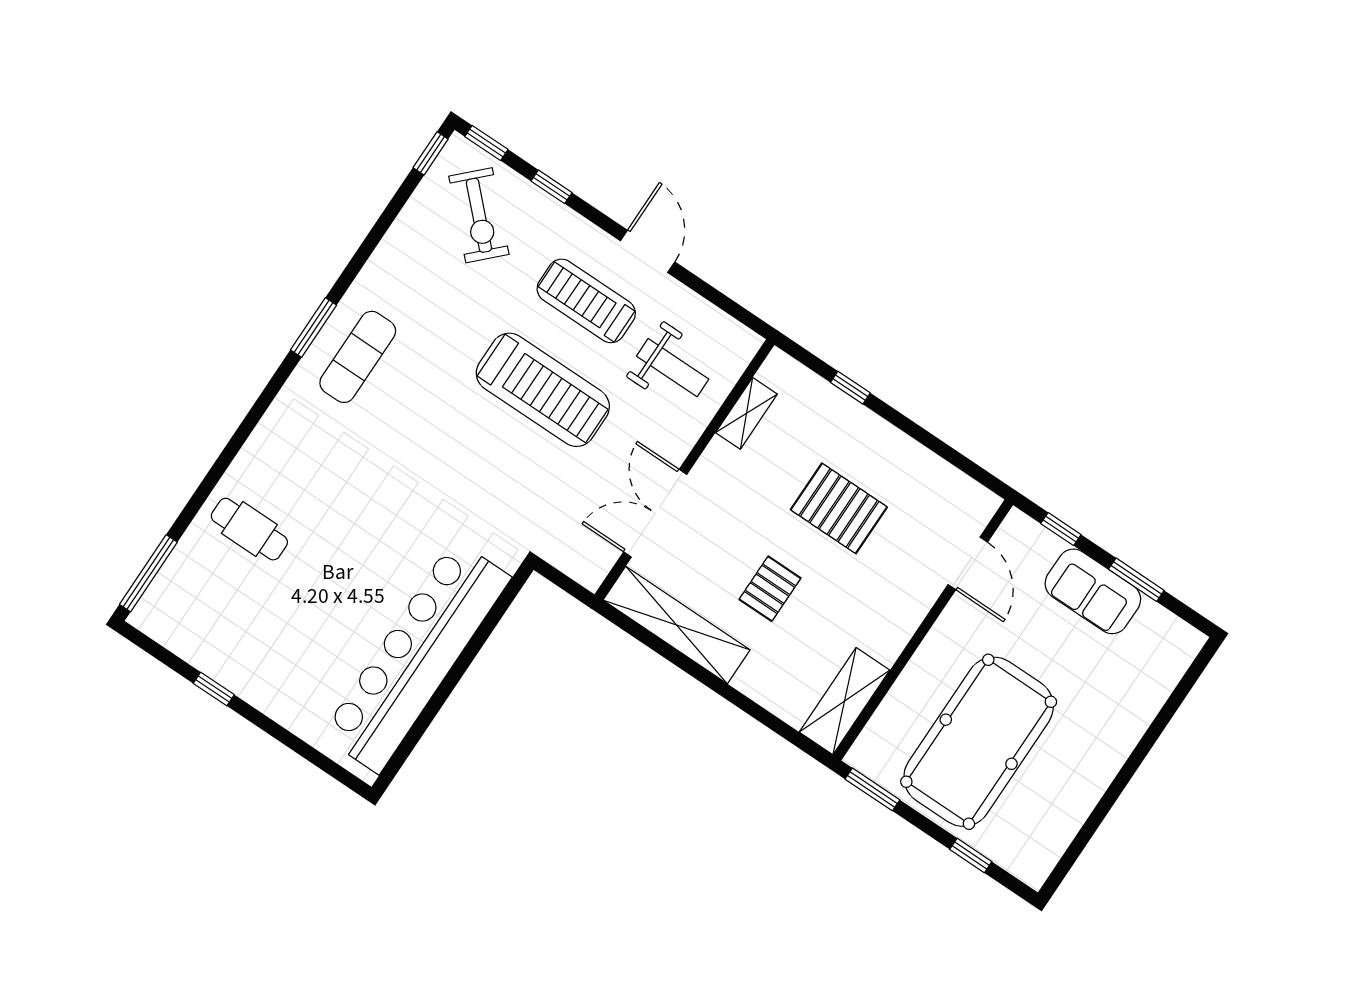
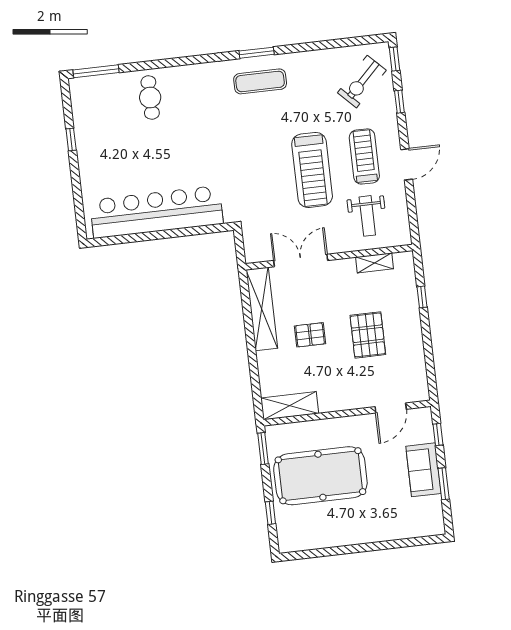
window: (431, 153) -> (370, 39), removed

